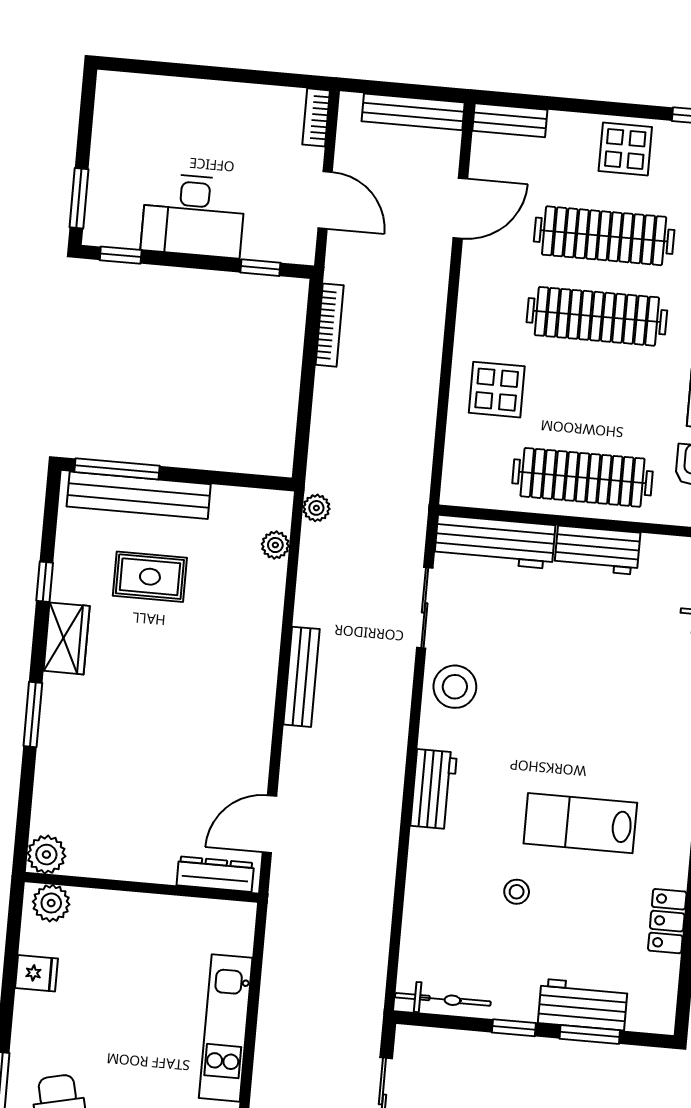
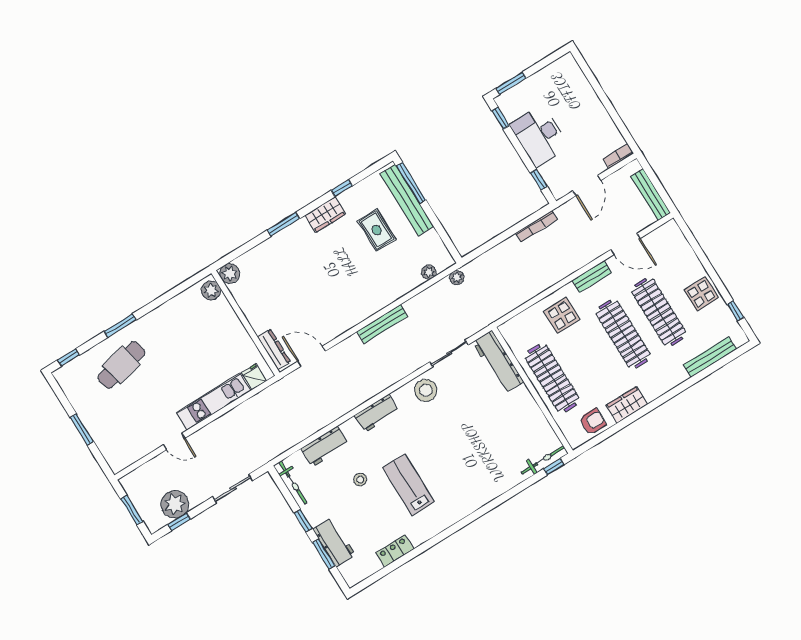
bench: (510, 120) -> (592, 276), moved, turned 90
workbench: (597, 550) -> (325, 446), moved, turned -90
fridge: (37, 973) -> (254, 377), moved, turned 180

